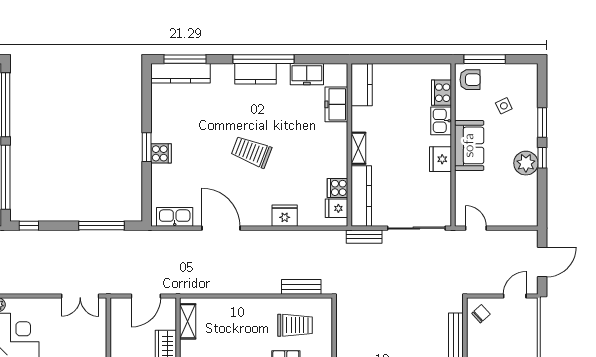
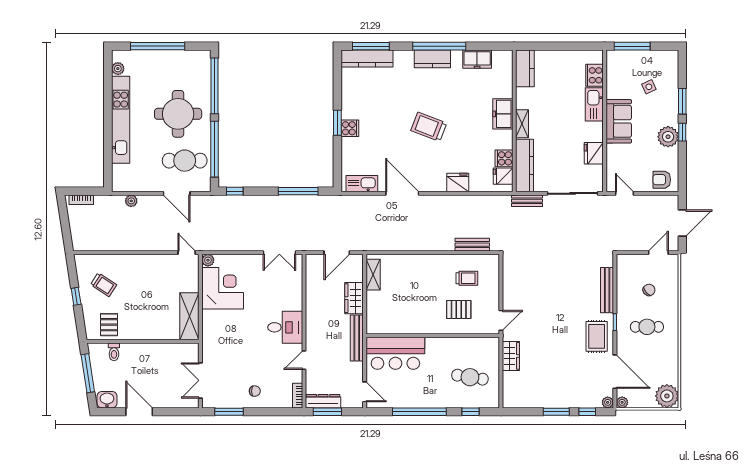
armchair: (470, 80) -> (662, 180), moved, turned 180
freezer: (336, 104) -> (503, 114), moved
kitchen sink: (441, 121) -> (594, 104), width x1.38
fridge: (441, 159) -> (594, 153), moved
chair: (481, 314) -> (649, 290), moved
trolley: (295, 325) -> (467, 278), width x0.73, depth x0.72

